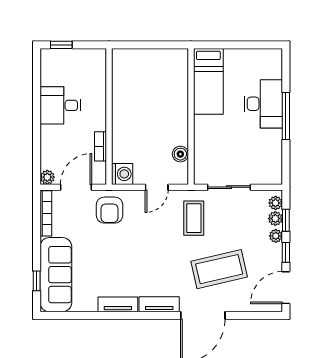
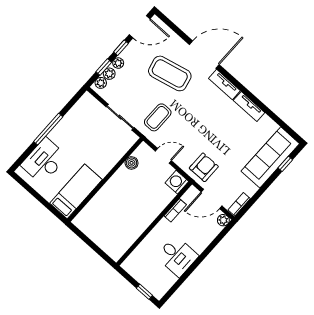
desk: (263, 104) -> (44, 161), moved
bookcase: (46, 213) -> (239, 204), width x0.64

